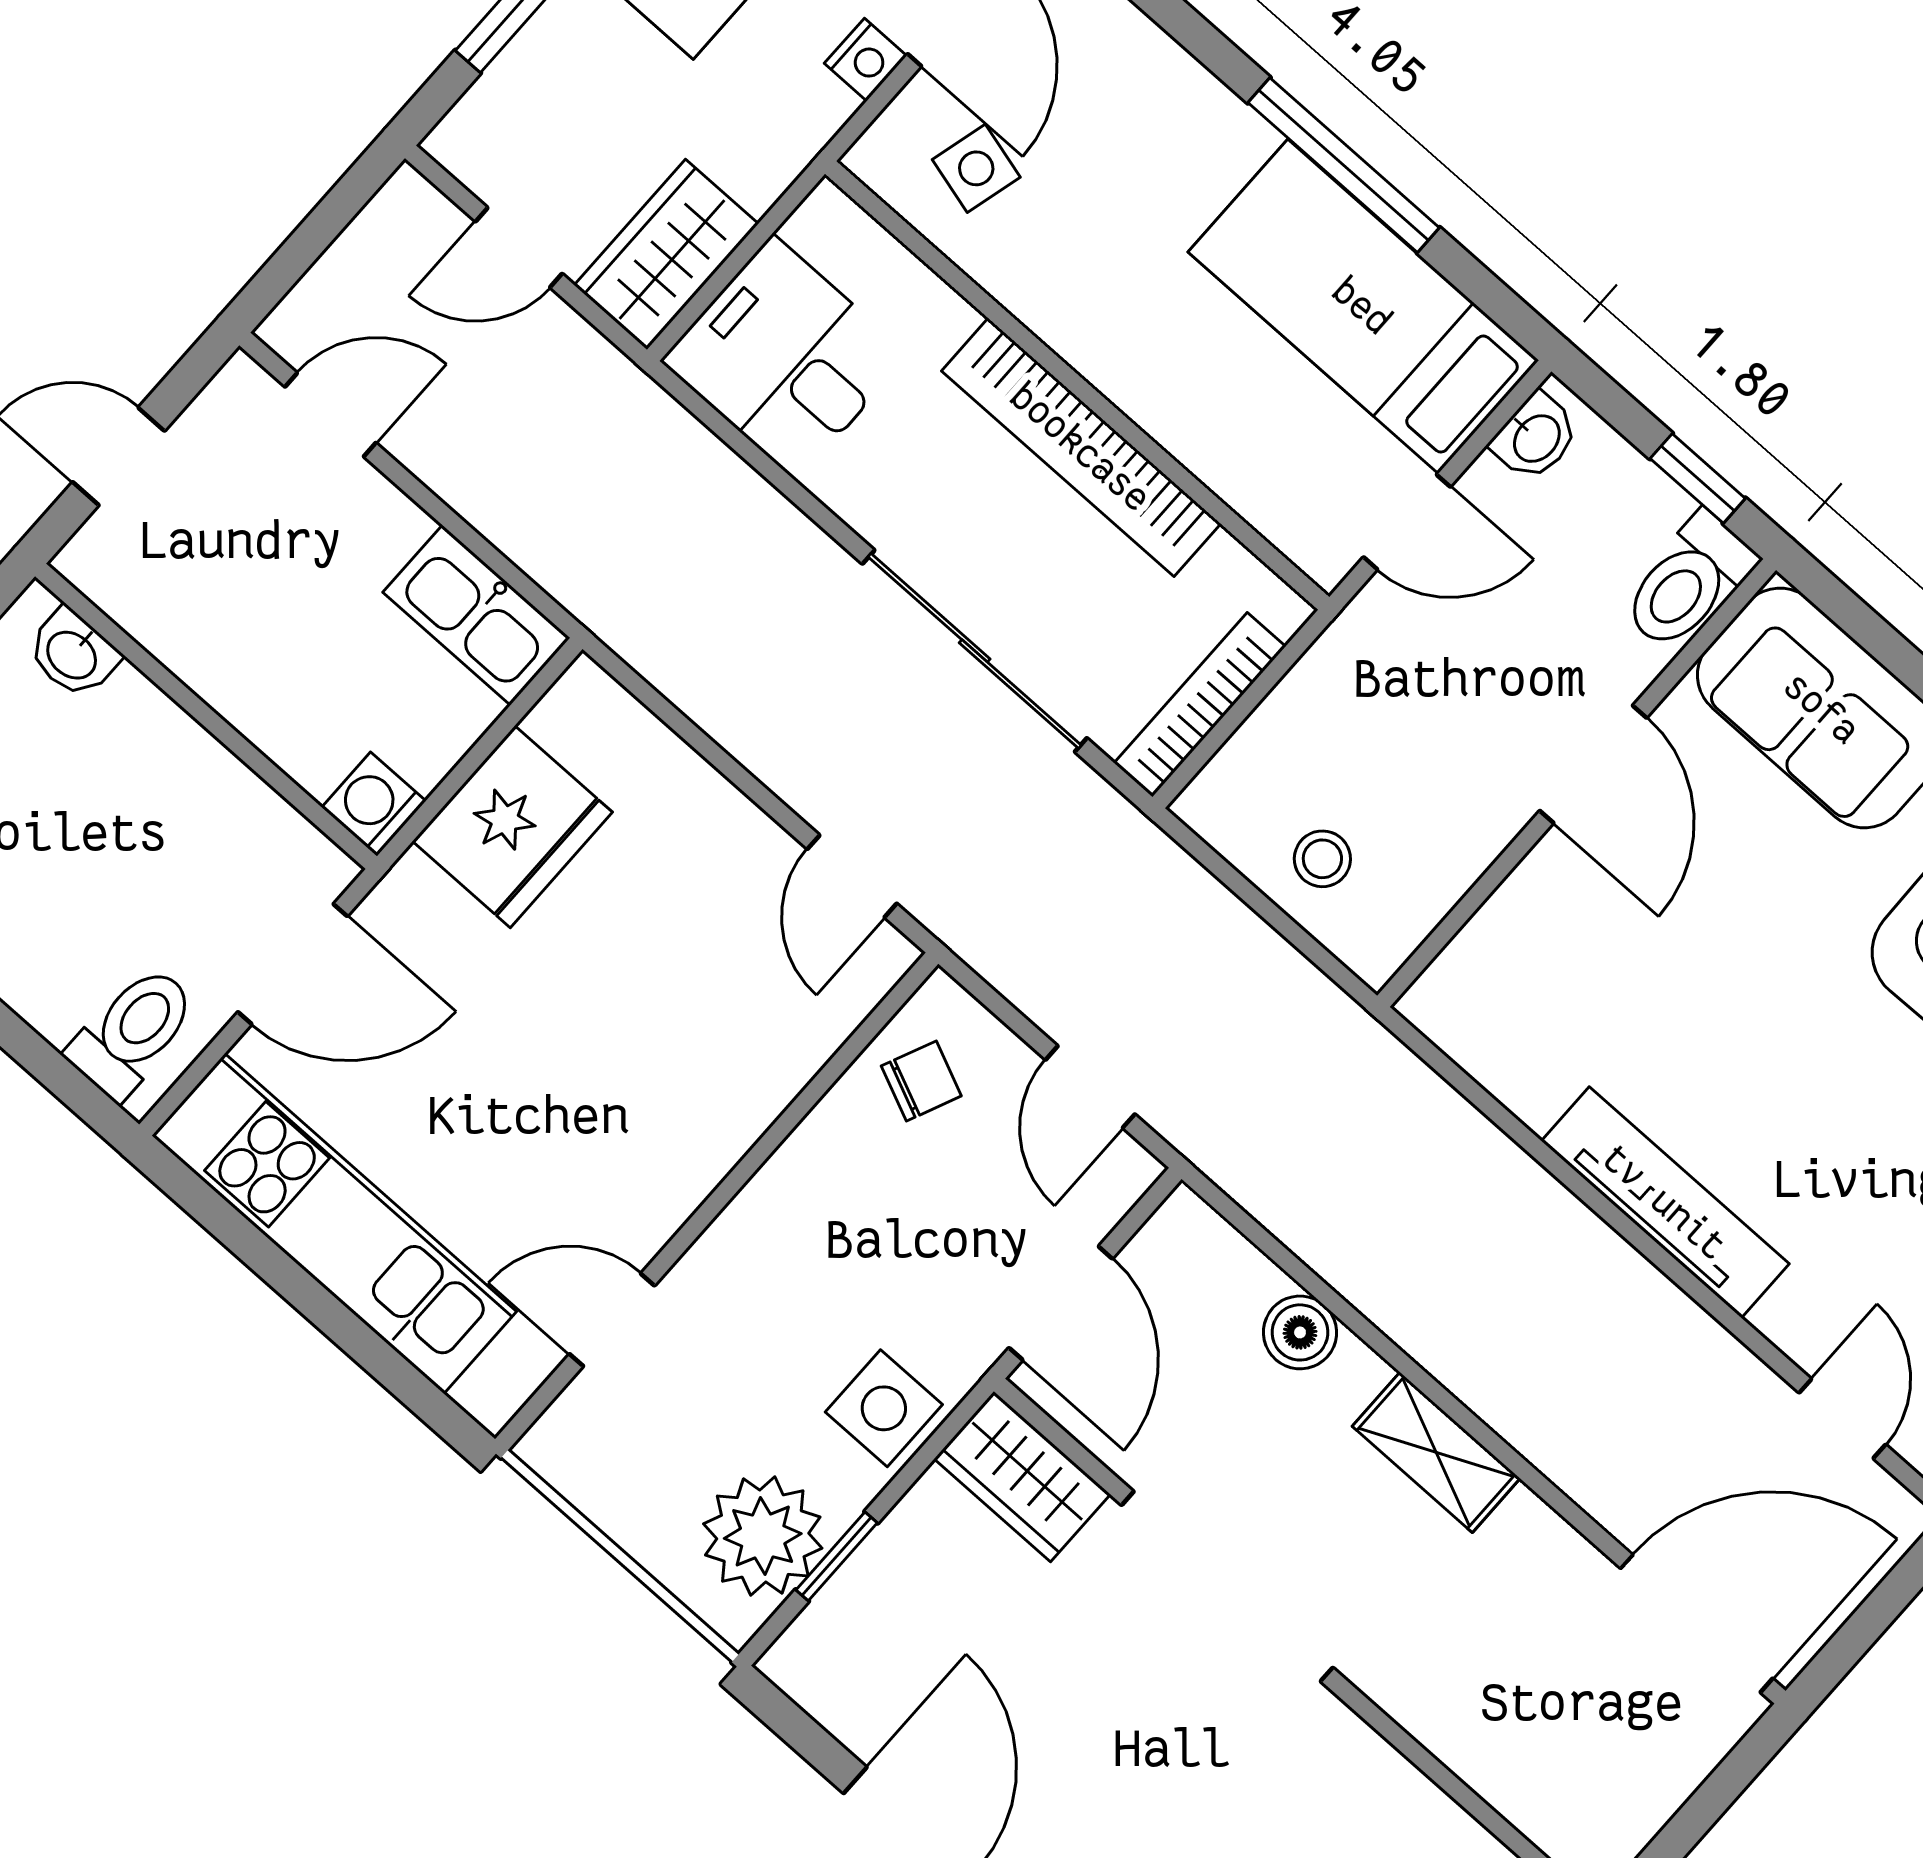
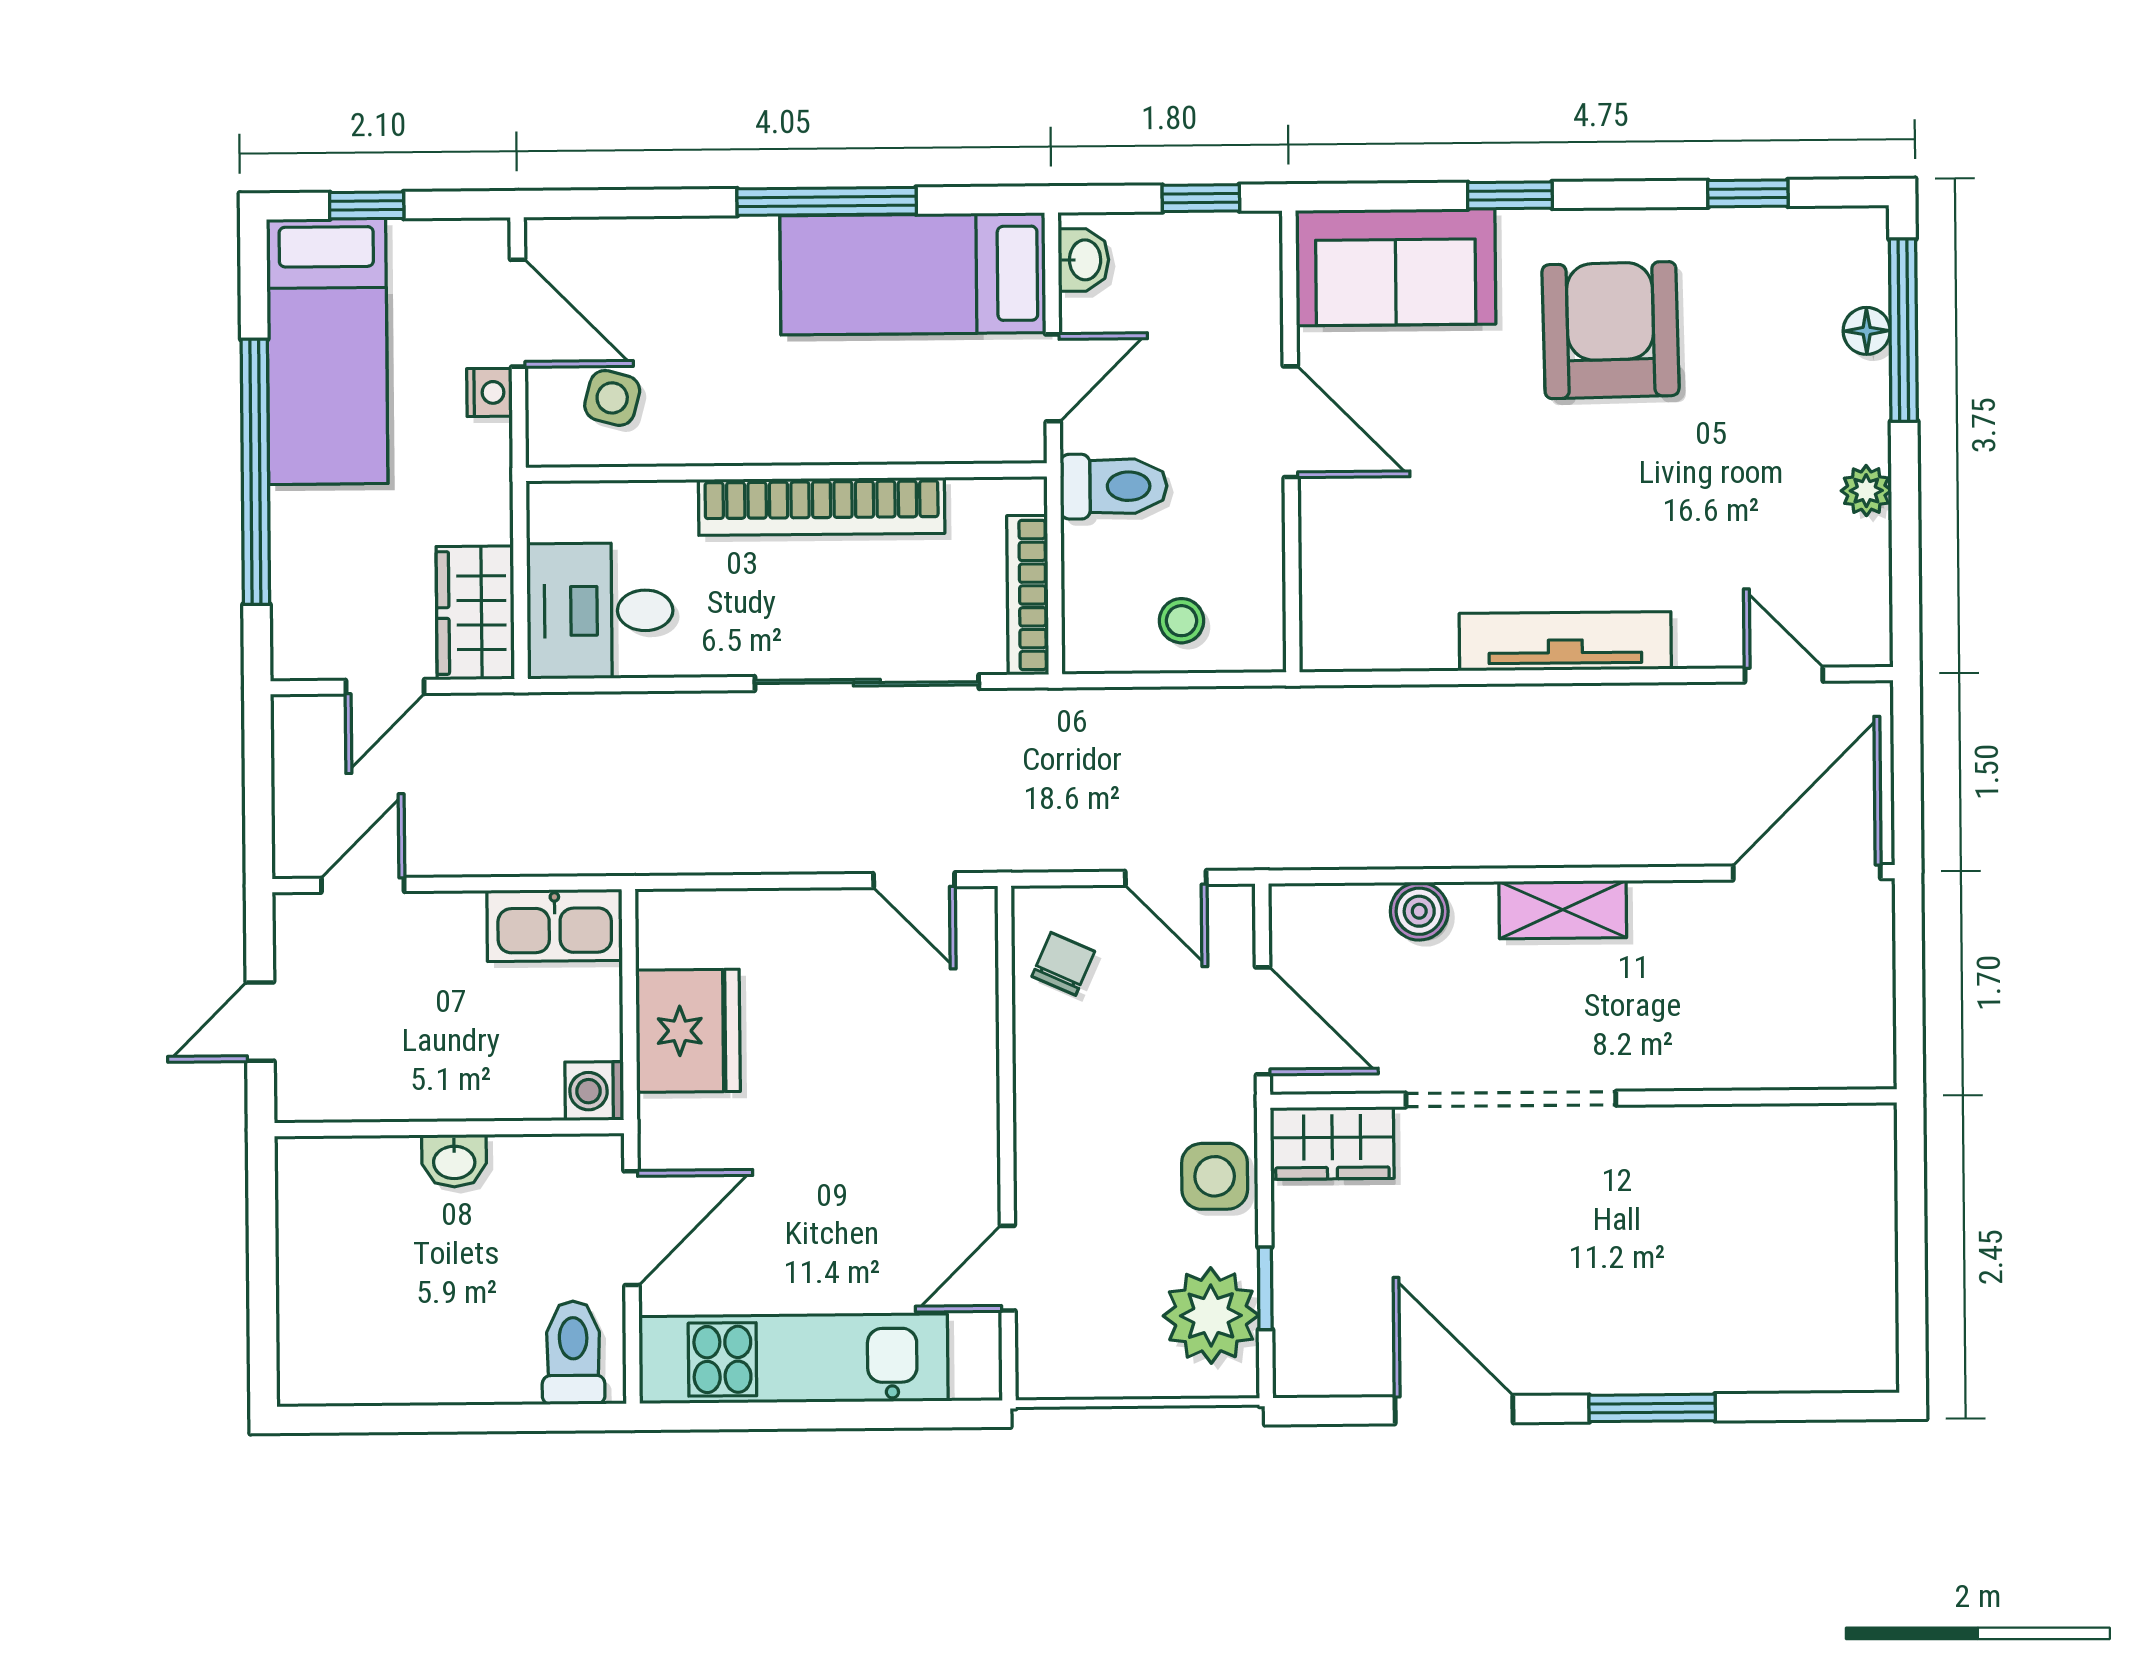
toilet: (1688, 582) -> (1114, 486), moved, turned -90
washbasin: (73, 654) -> (454, 1161), moved

